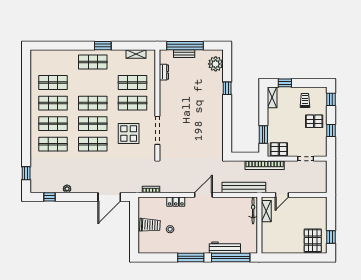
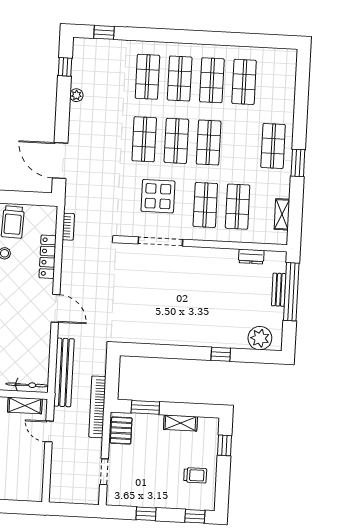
shelving: (272, 97) -> (180, 423), moved
pallet: (314, 121) -> (162, 488), removed
locker: (176, 202) -> (48, 257), width x1.53

